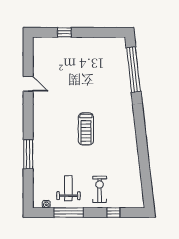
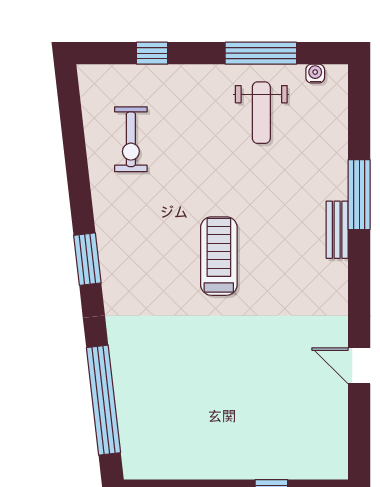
window: (140, 128) -> (87, 259), added
bench: (37, 140) -> (337, 230), added
exercise bike: (100, 189) -> (131, 139), moved

